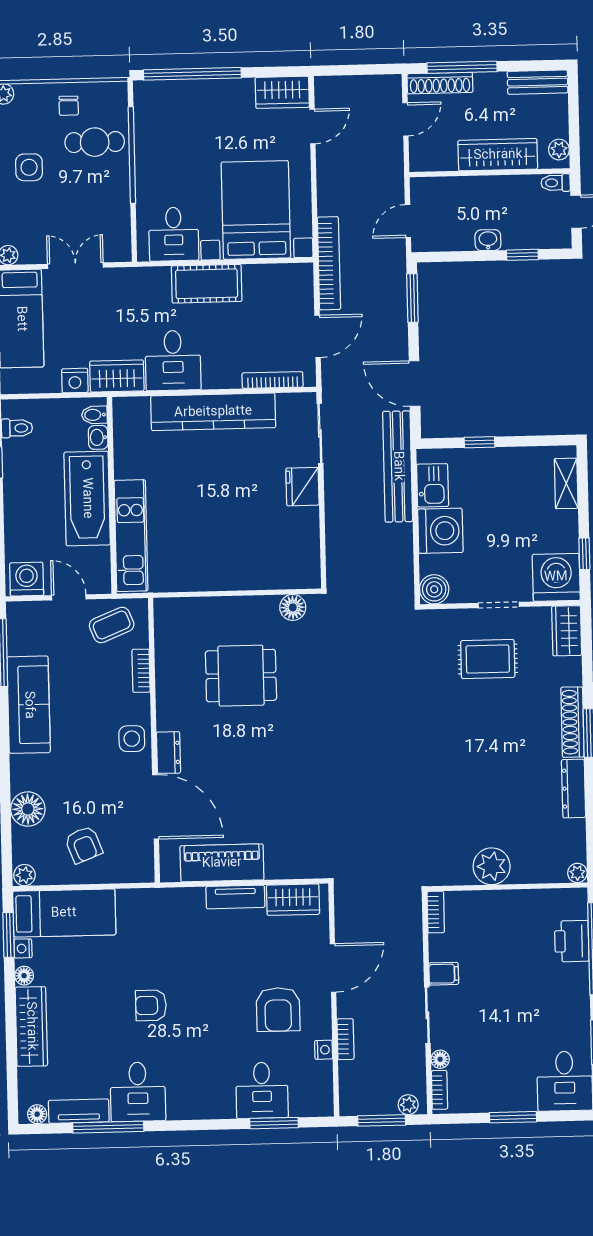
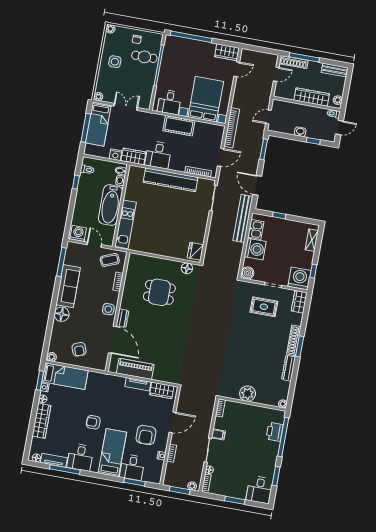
fridge: (302, 487) -> (195, 251), moved
floor lamp: (28, 809) -> (62, 314), moved
bed: (209, 1066) -> (112, 453), added

